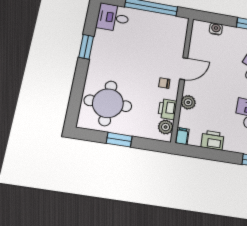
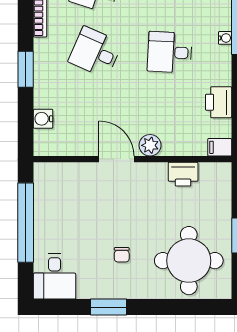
chair: (164, 83) -> (122, 255), moved
plant: (188, 102) -> (150, 145), moved
plant: (166, 127) -> (210, 173), removed

